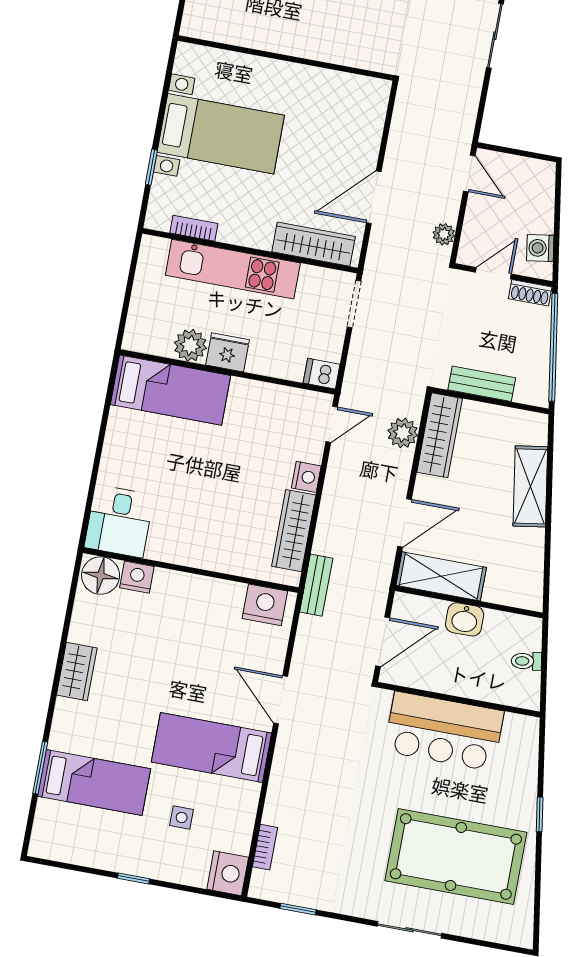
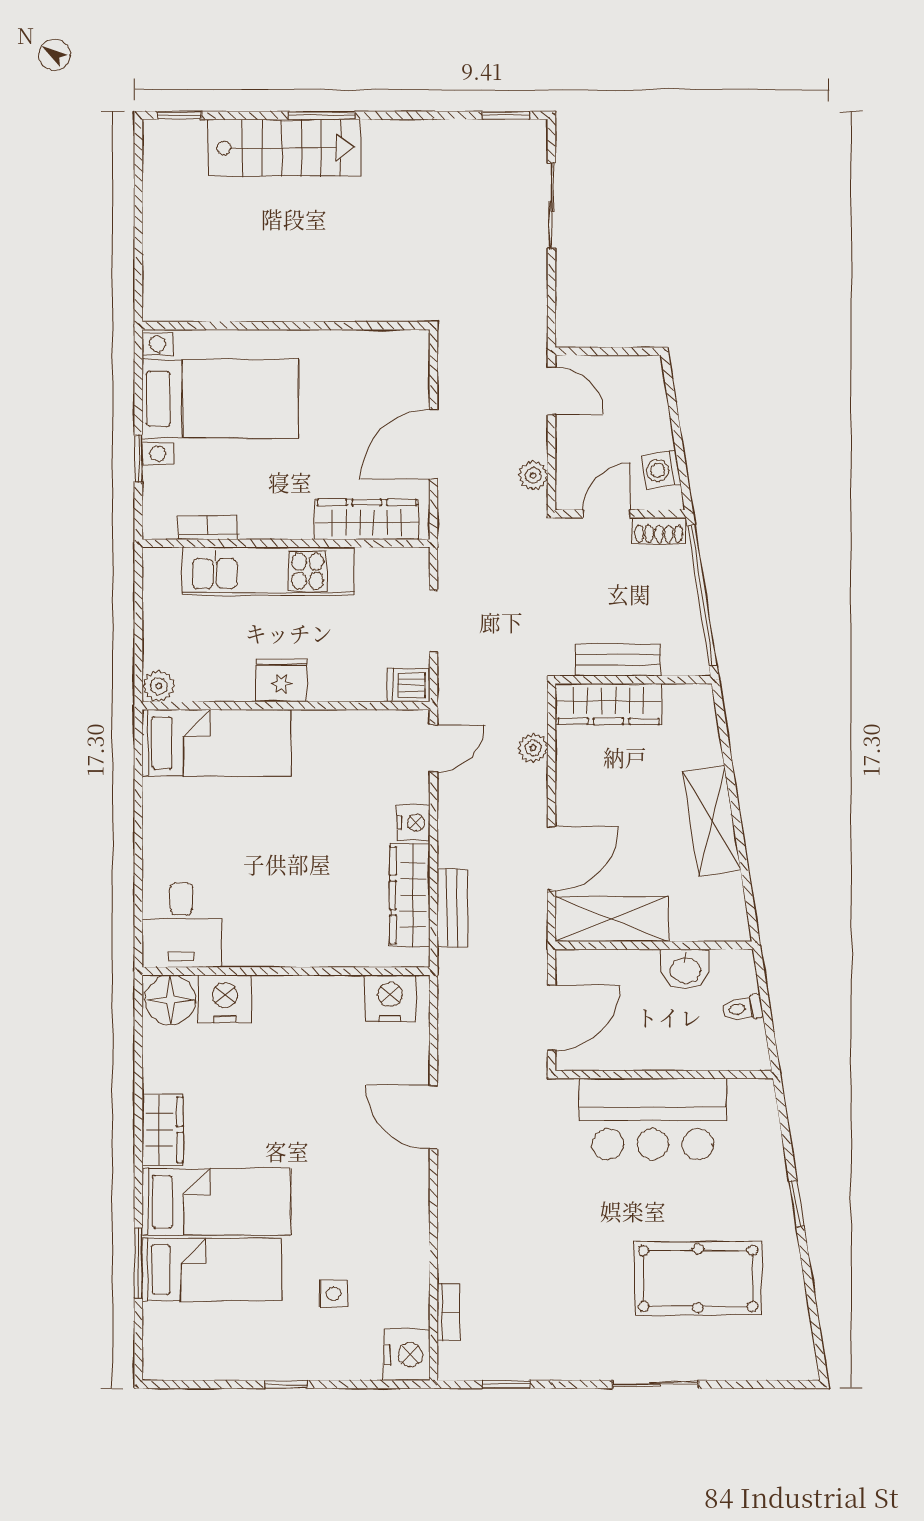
wall: (286, 58) -> (286, 326), moved
doorway: (354, 304) -> (433, 621), moved
plant: (190, 345) -> (159, 686), moved, width x0.73, depth x0.73
plant: (403, 433) -> (533, 748), width x0.73, depth x0.73
wardrobe: (440, 435) -> (609, 704), moved, turned 90
shelving: (530, 486) -> (712, 821), moved
nightstand: (137, 577) -> (225, 999), width x1.36, depth x1.33
bench: (316, 585) -> (452, 908), moved
washbasin: (465, 619) -> (685, 969), moved
bed: (212, 748) -> (216, 1202), moved, turned 180
pool table: (456, 856) -> (698, 1278), width x0.73, depth x0.76

